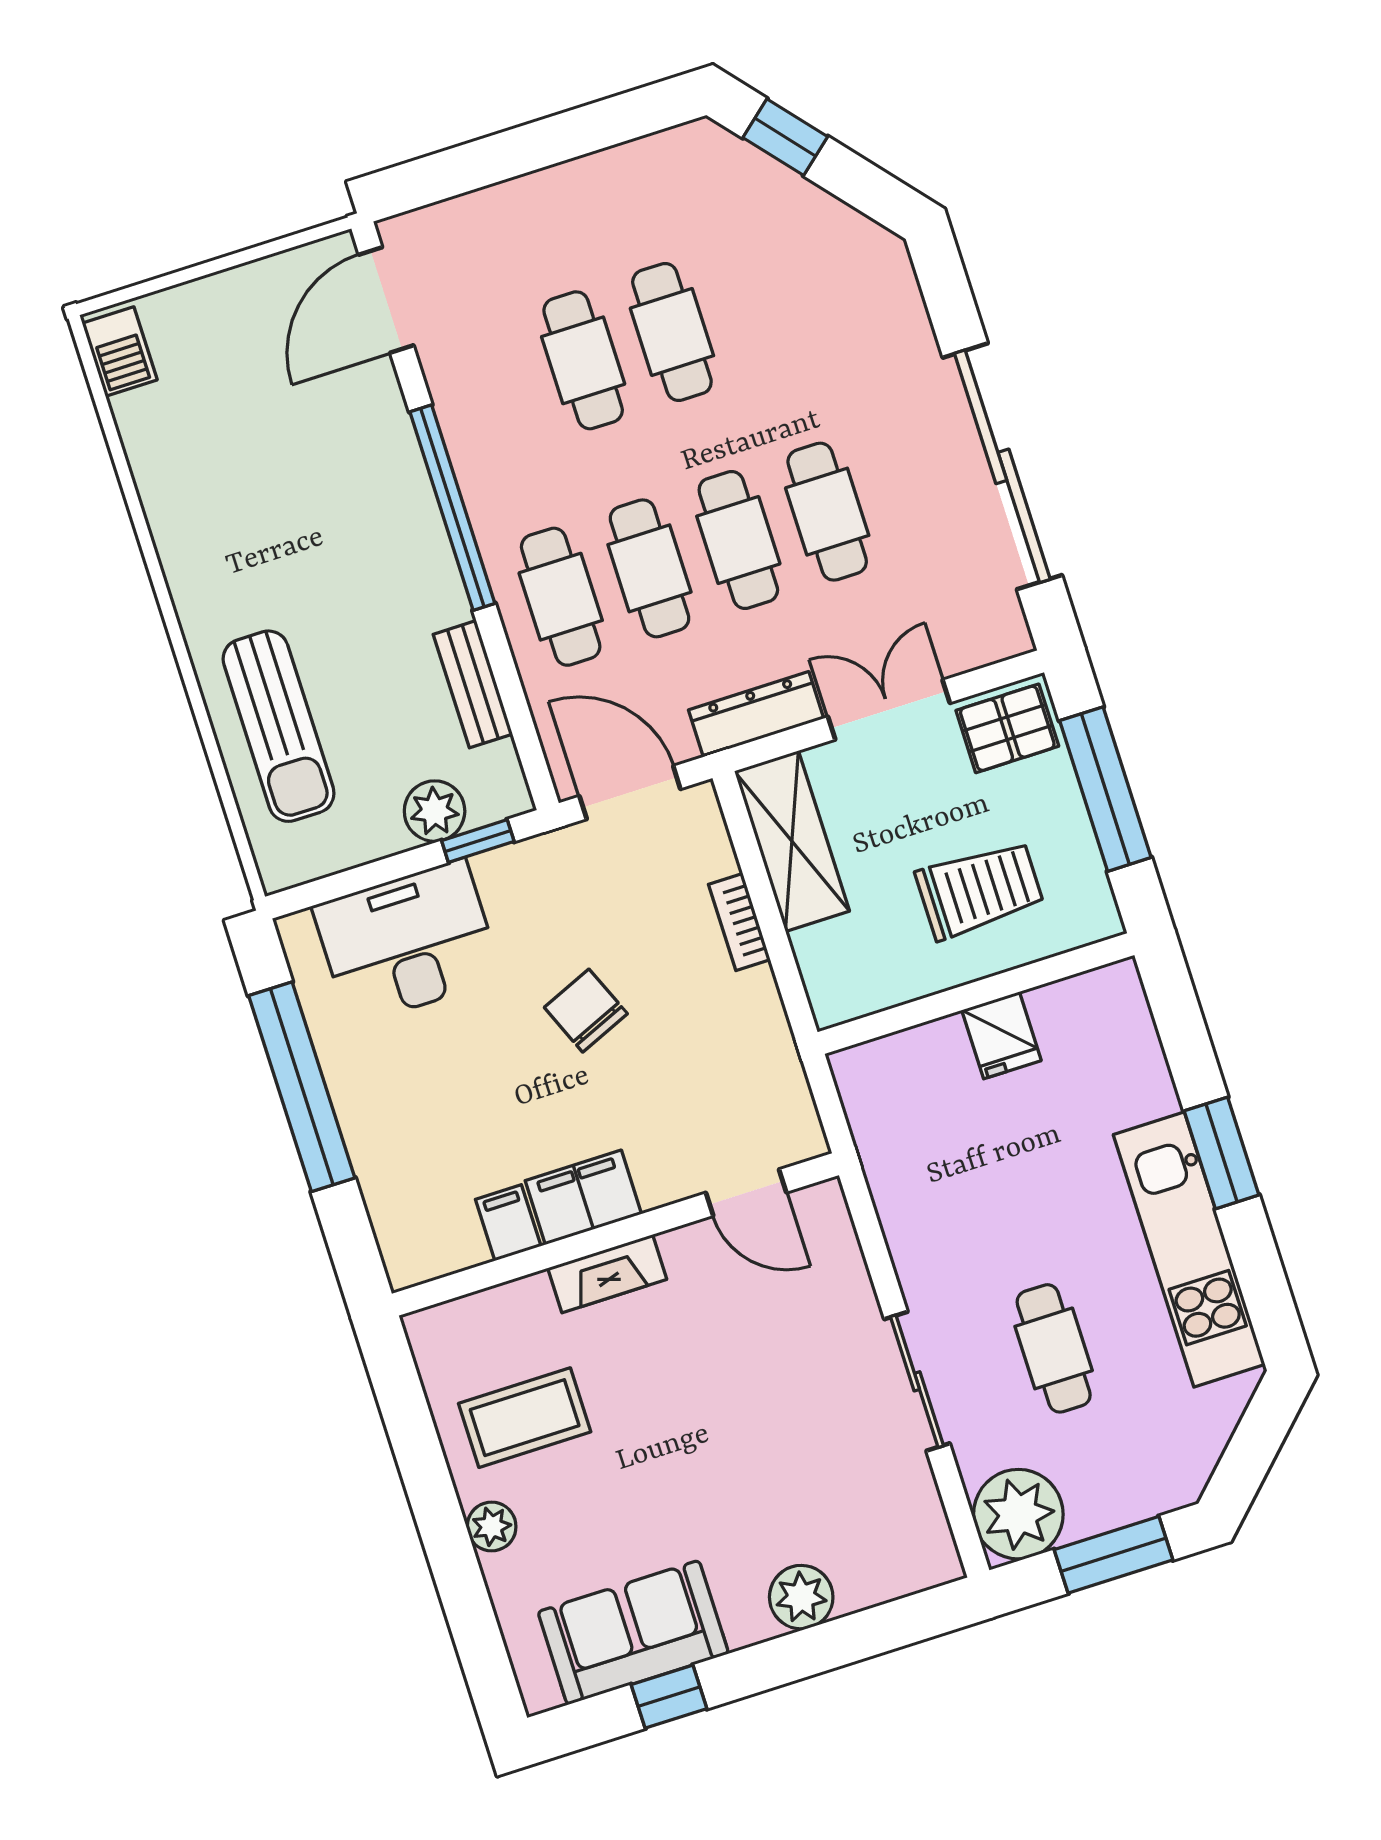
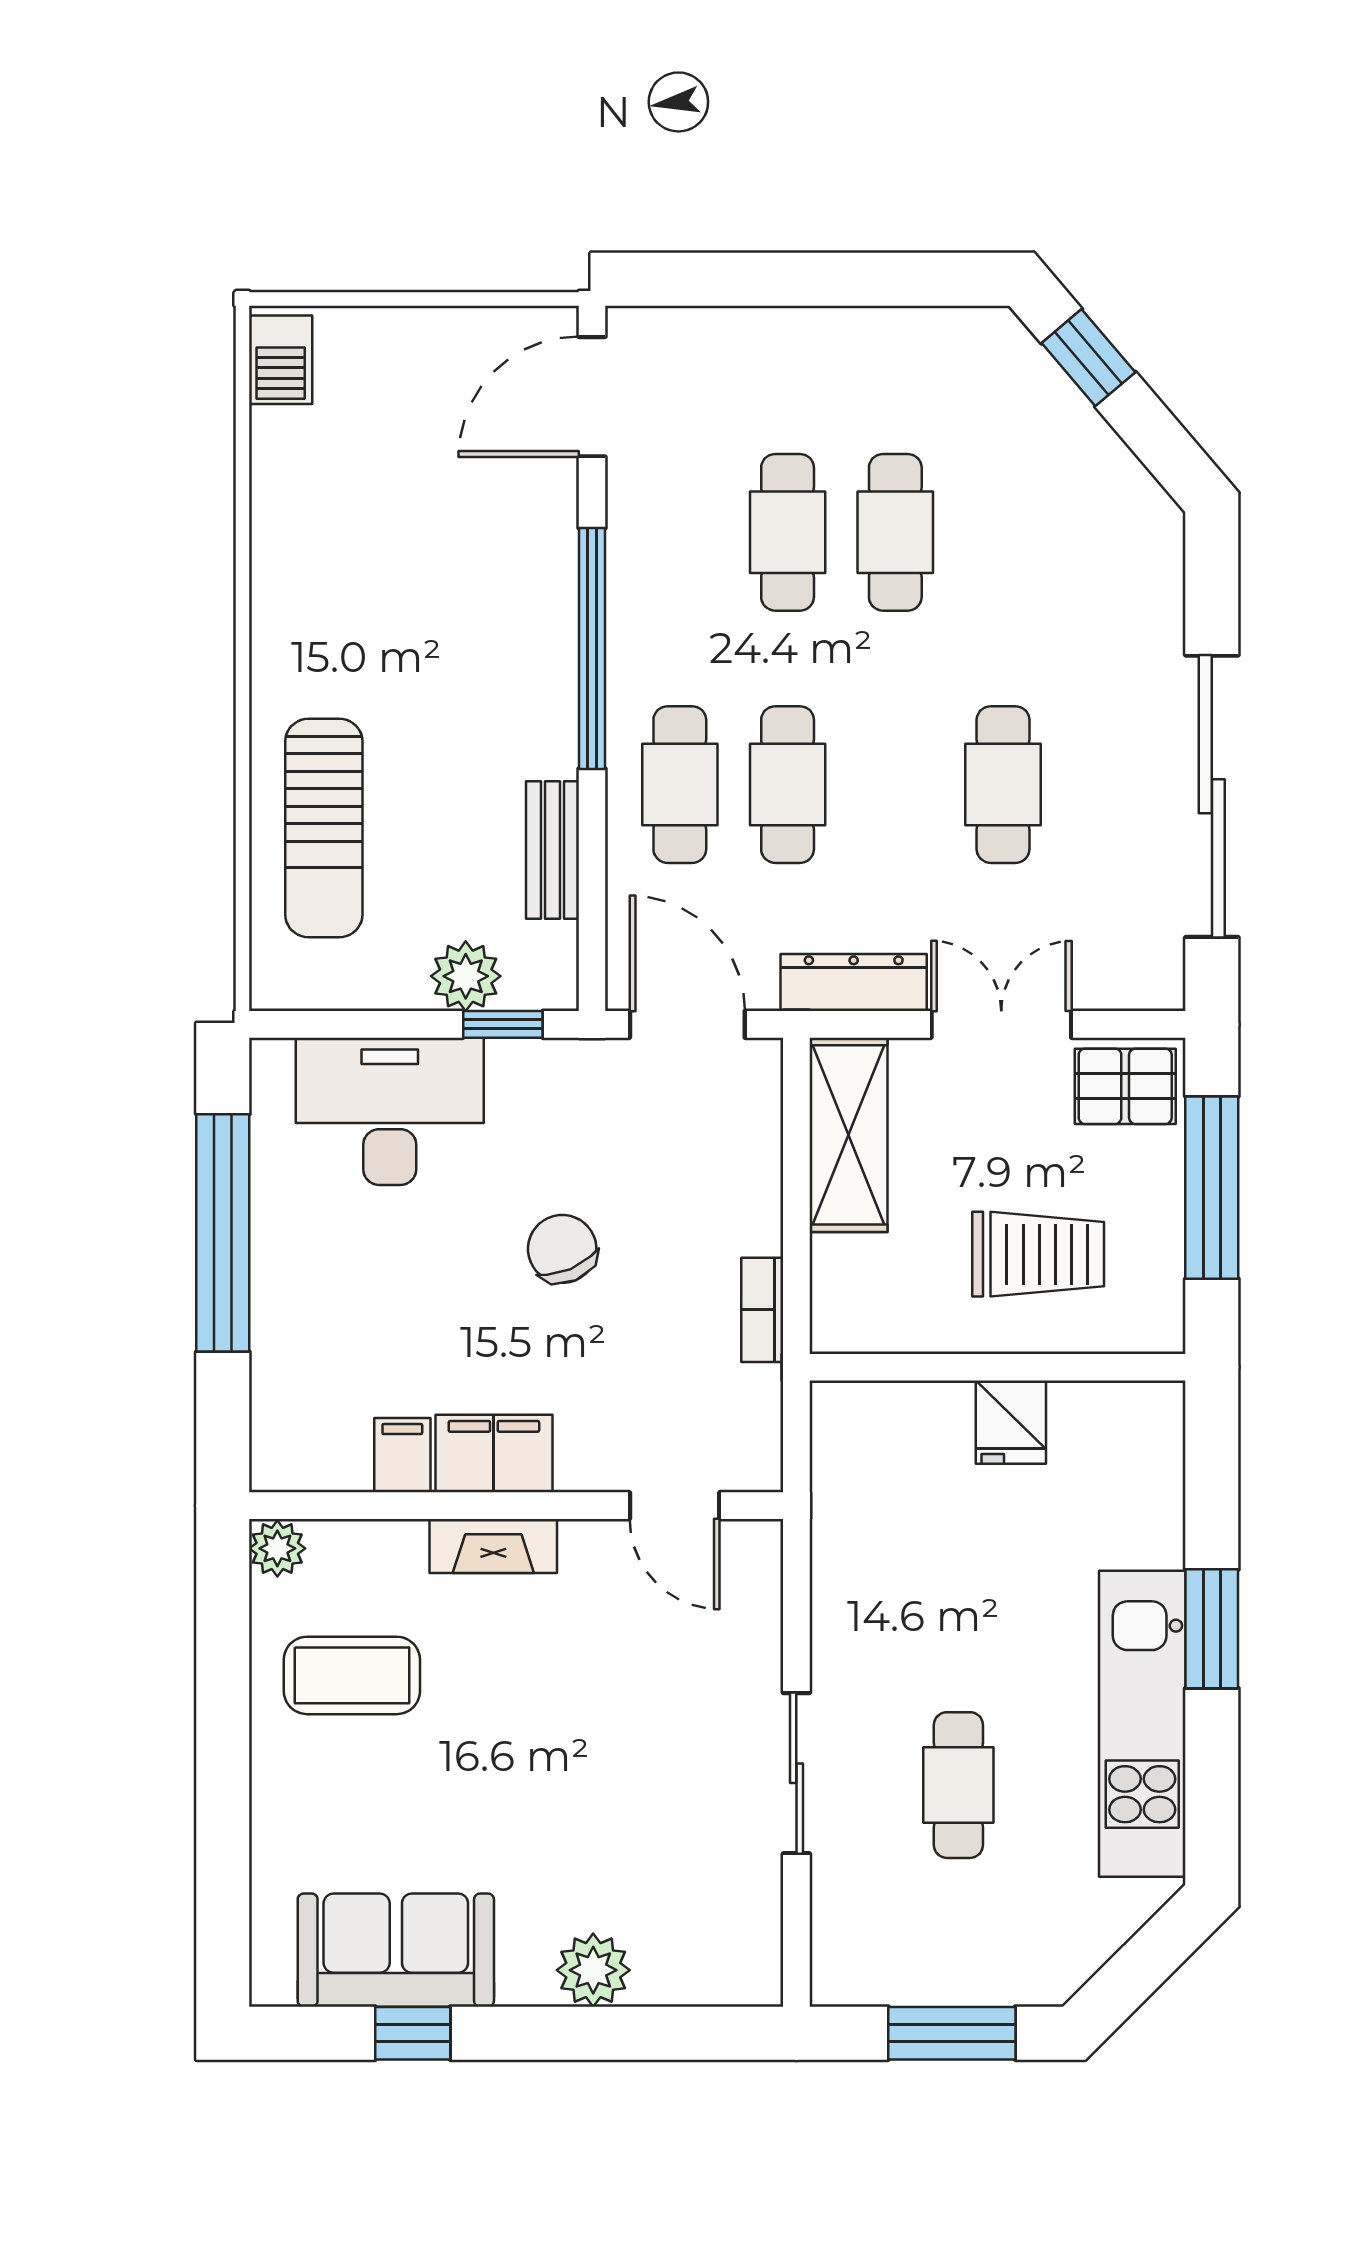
cafe table: (738, 540) -> (895, 785), removed
bookcase: (739, 922) -> (762, 1310), moved
plant: (1018, 1514) -> (861, 1955), removed
plant: (492, 1526) -> (277, 1548), moved

